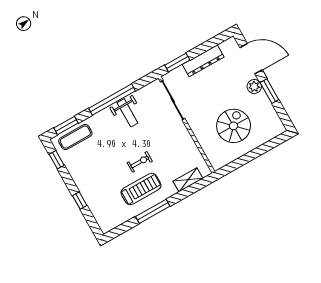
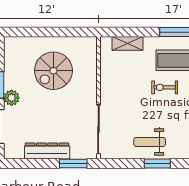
window: (112, 100) -> (157, 163), width x0.47
weight bench: (127, 113) -> (150, 142), turned -90

